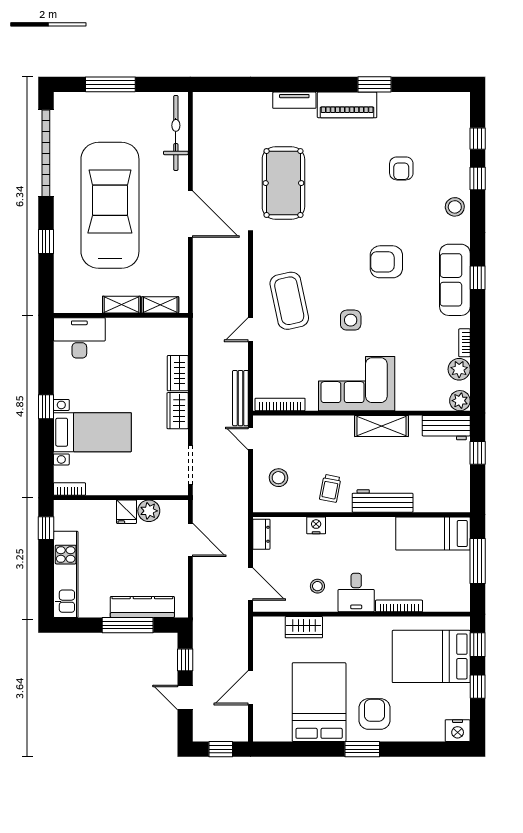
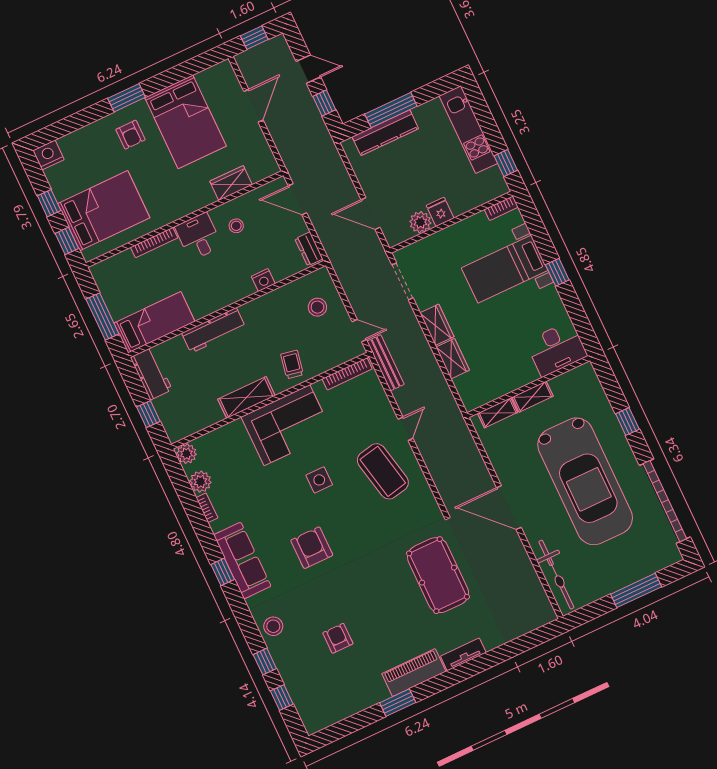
armchair: (386, 262) -> (312, 548), turned -90
workbench: (446, 428) -> (151, 374), moved, turned 90
trolley: (330, 488) -> (292, 364), moved
armchair: (374, 714) -> (130, 135), width x0.72, depth x0.72

